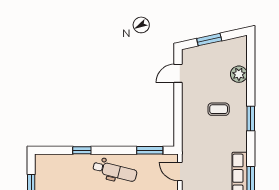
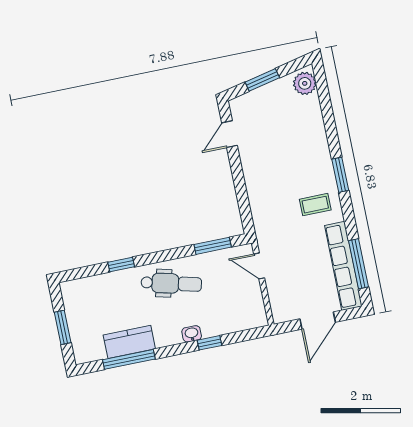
plant: (239, 74) -> (305, 83), moved
coffee table: (219, 109) -> (315, 205), moved

